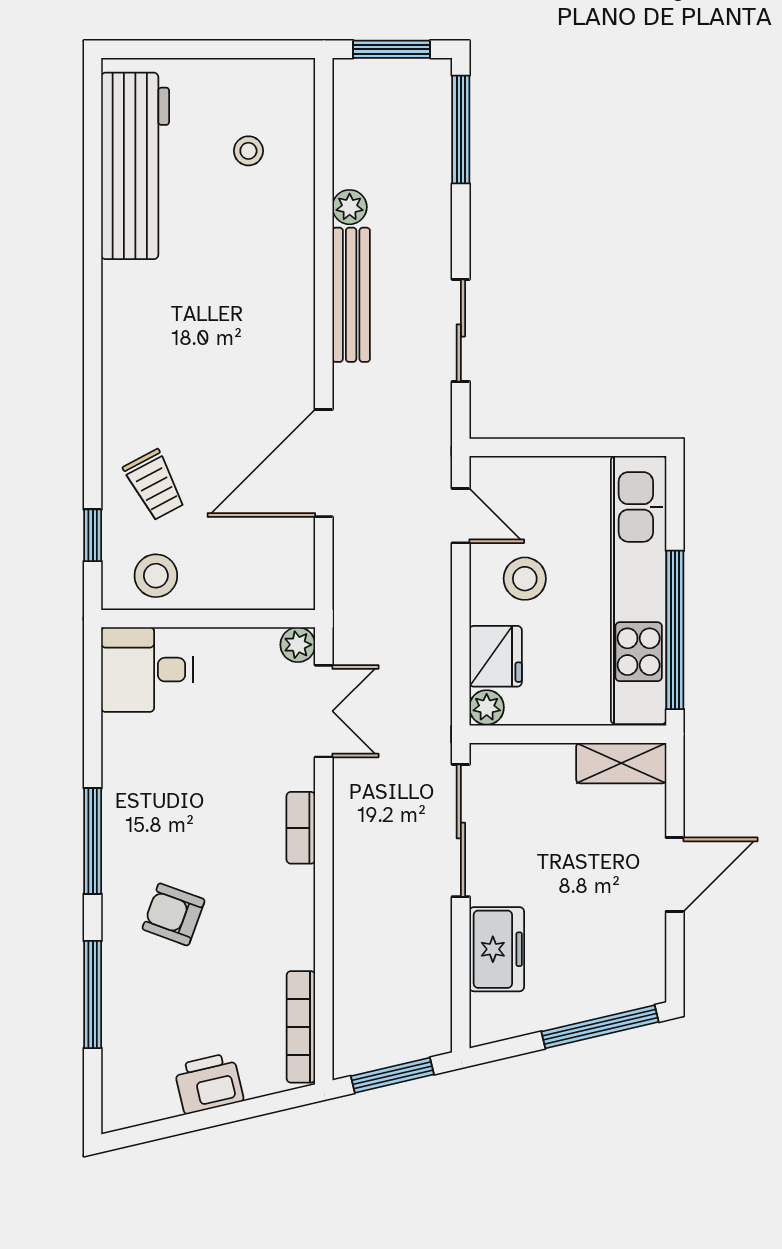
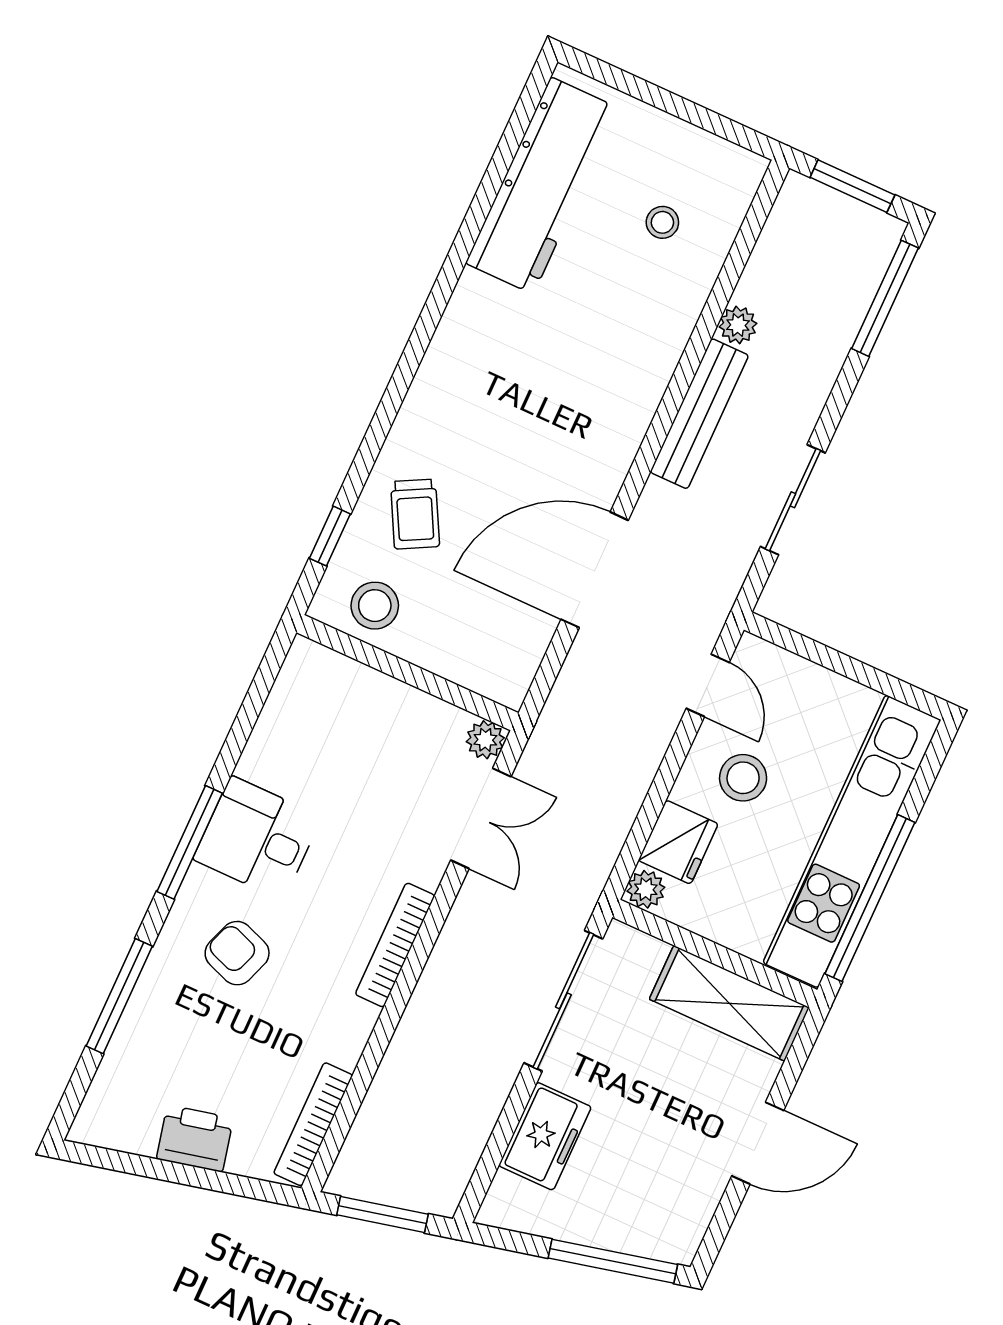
desk: (147, 670) -> (257, 838), moved
shelving: (621, 763) -> (729, 1003), width x1.50, depth x1.33
bookcase: (301, 828) -> (395, 945), width x1.56

